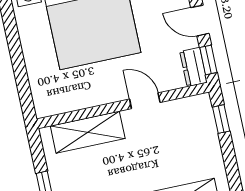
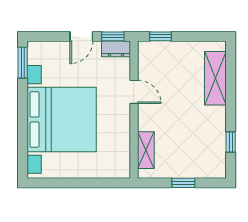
door: (145, 101) -> (134, 92), swing flipped
shelving: (88, 132) -> (146, 150), width x0.67, depth x0.75

